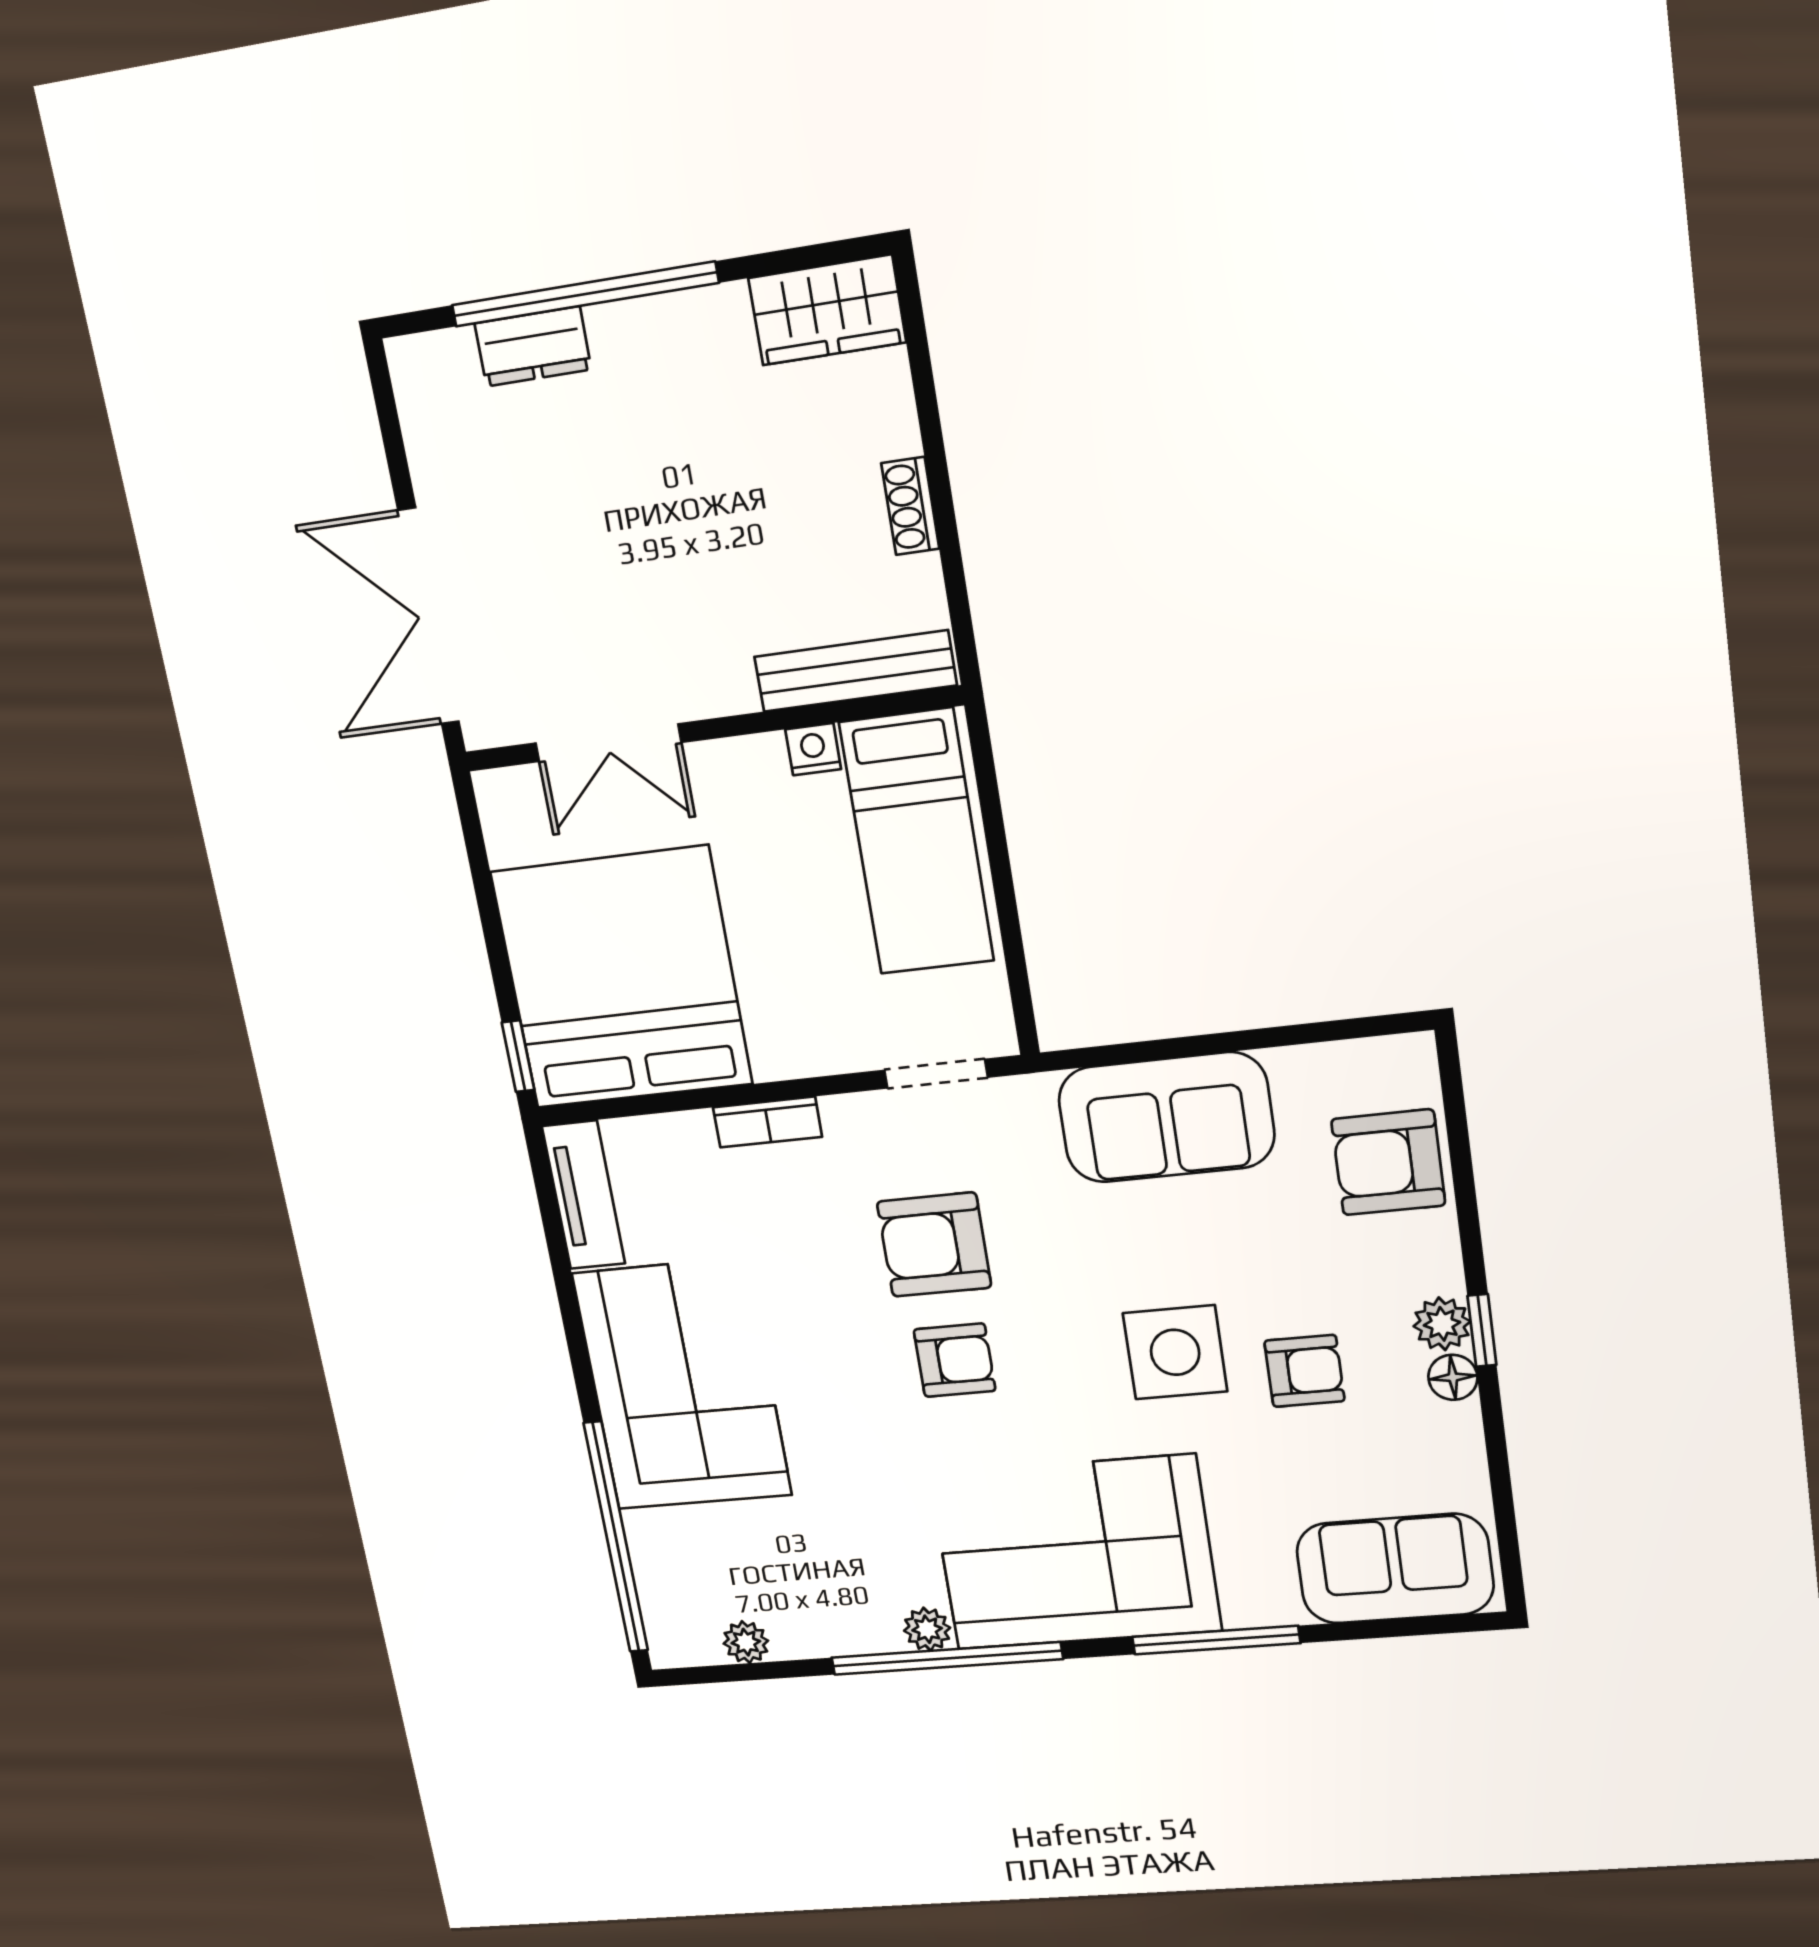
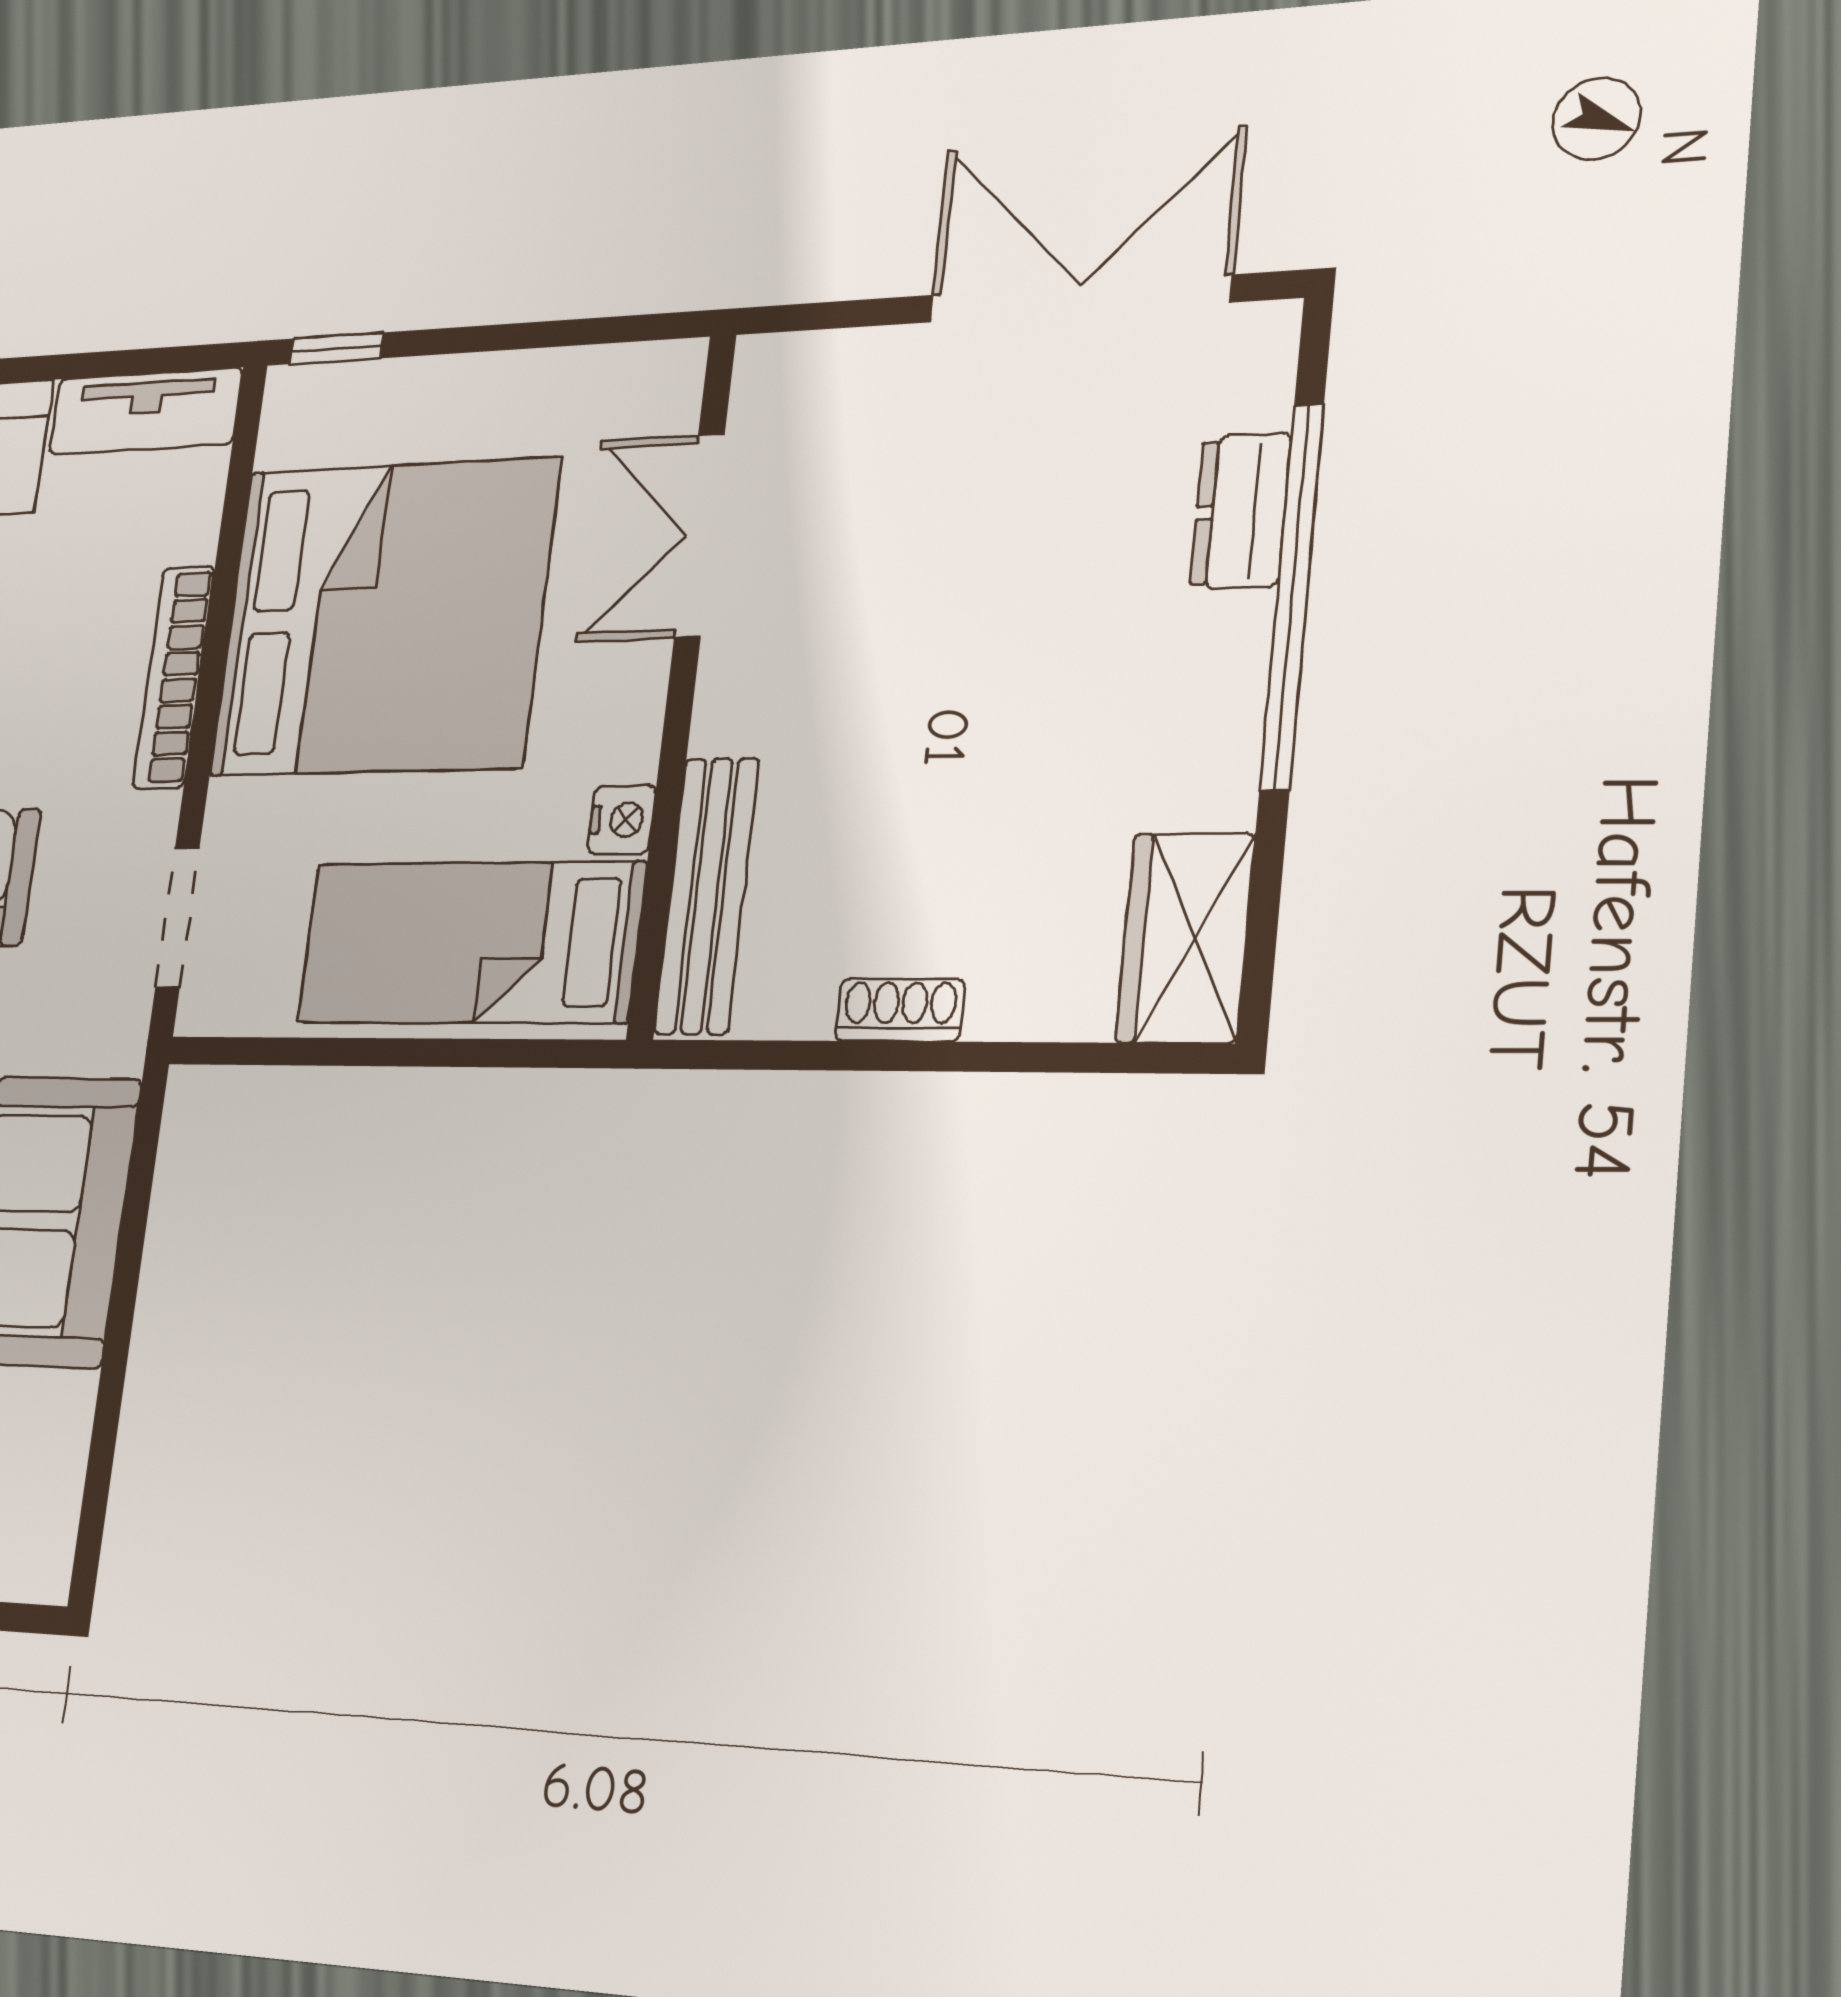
double door: (429, 617) -> (1079, 299), moved
bed: (622, 978) -> (384, 617), moved
bookcase: (767, 1122) -> (174, 677), width x1.56

